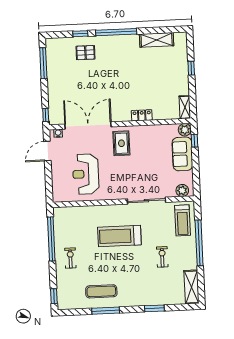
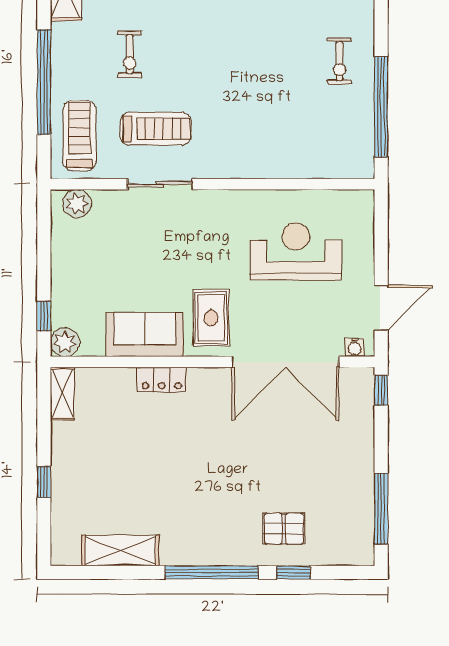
sofa: (182, 154) -> (145, 334), moved, turned -90
reception desk: (86, 174) -> (296, 251), turned -90
sliding door: (146, 201) -> (160, 184), width x0.73
treadmill: (119, 236) -> (156, 129), moved, width x0.73, depth x0.73

